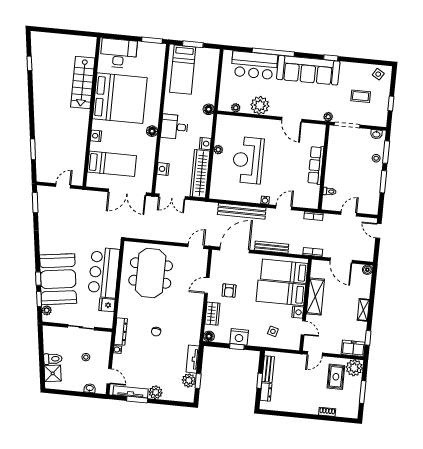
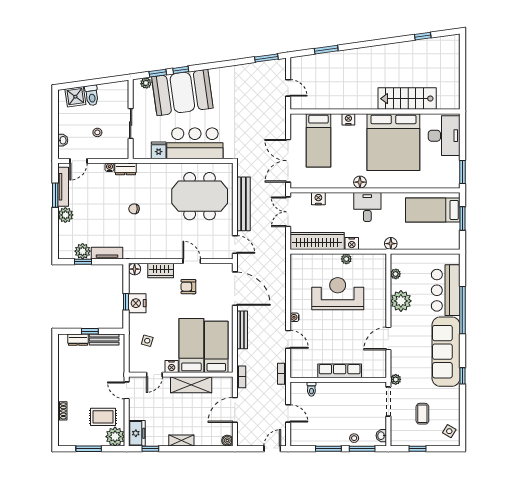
bench: (242, 211) -> (243, 204), moved
dresser: (121, 332) -> (126, 169), width x0.70

